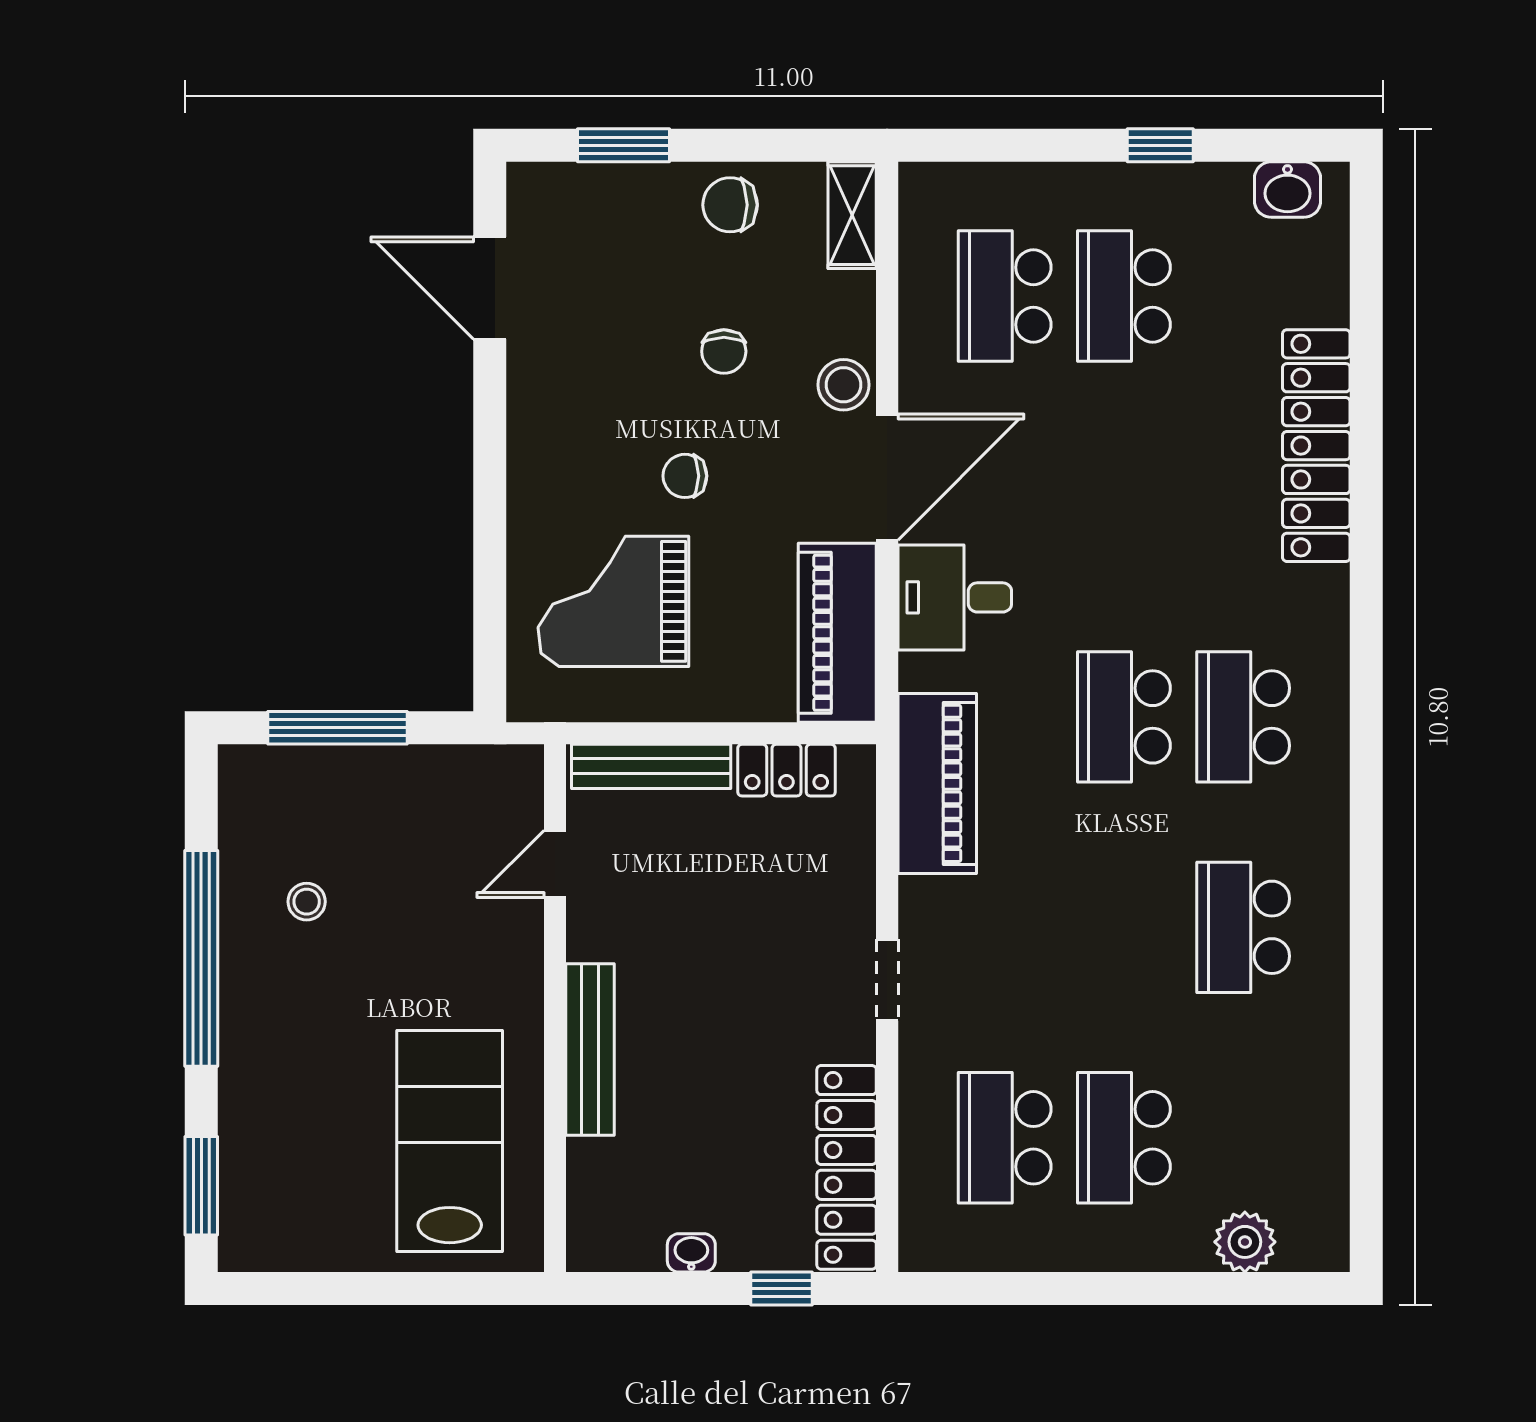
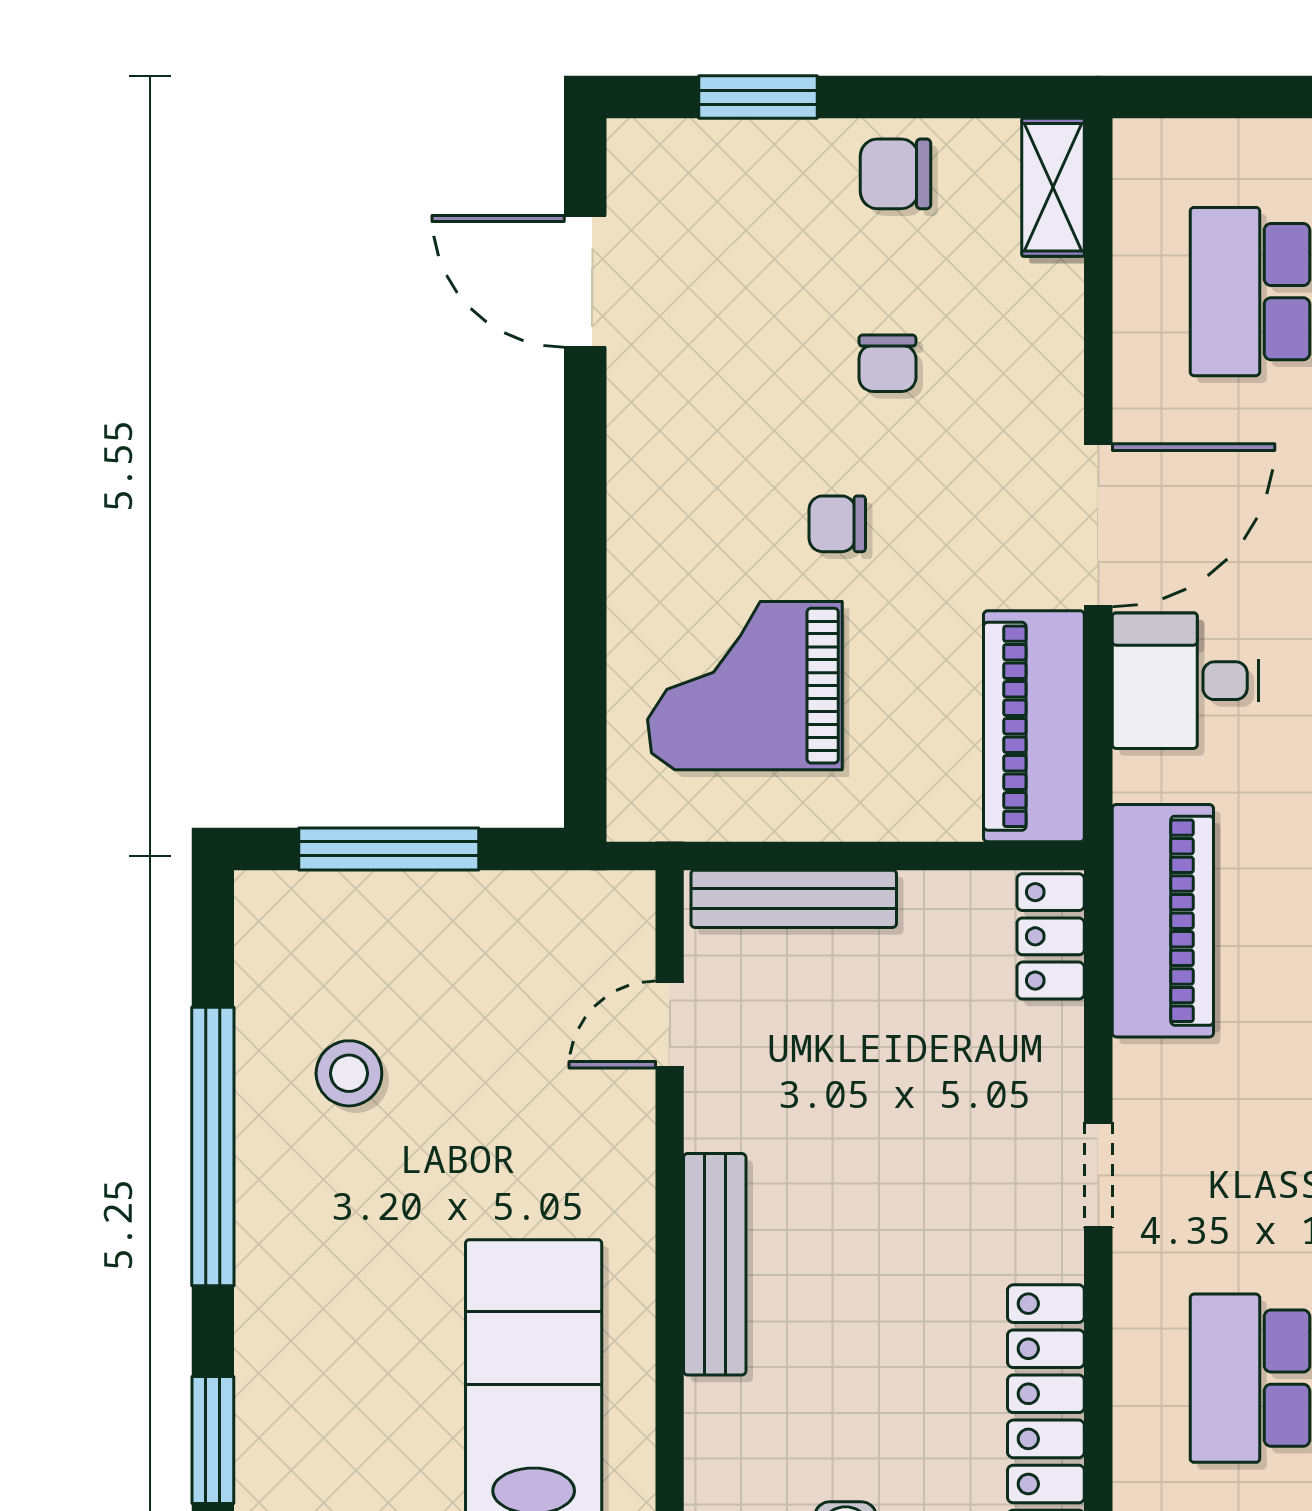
stool: (844, 385) -> (1042, 406), removed
locker: (786, 770) -> (1051, 936), moved, turned 90
stool: (307, 902) -> (349, 1073), width x1.37, depth x1.37

